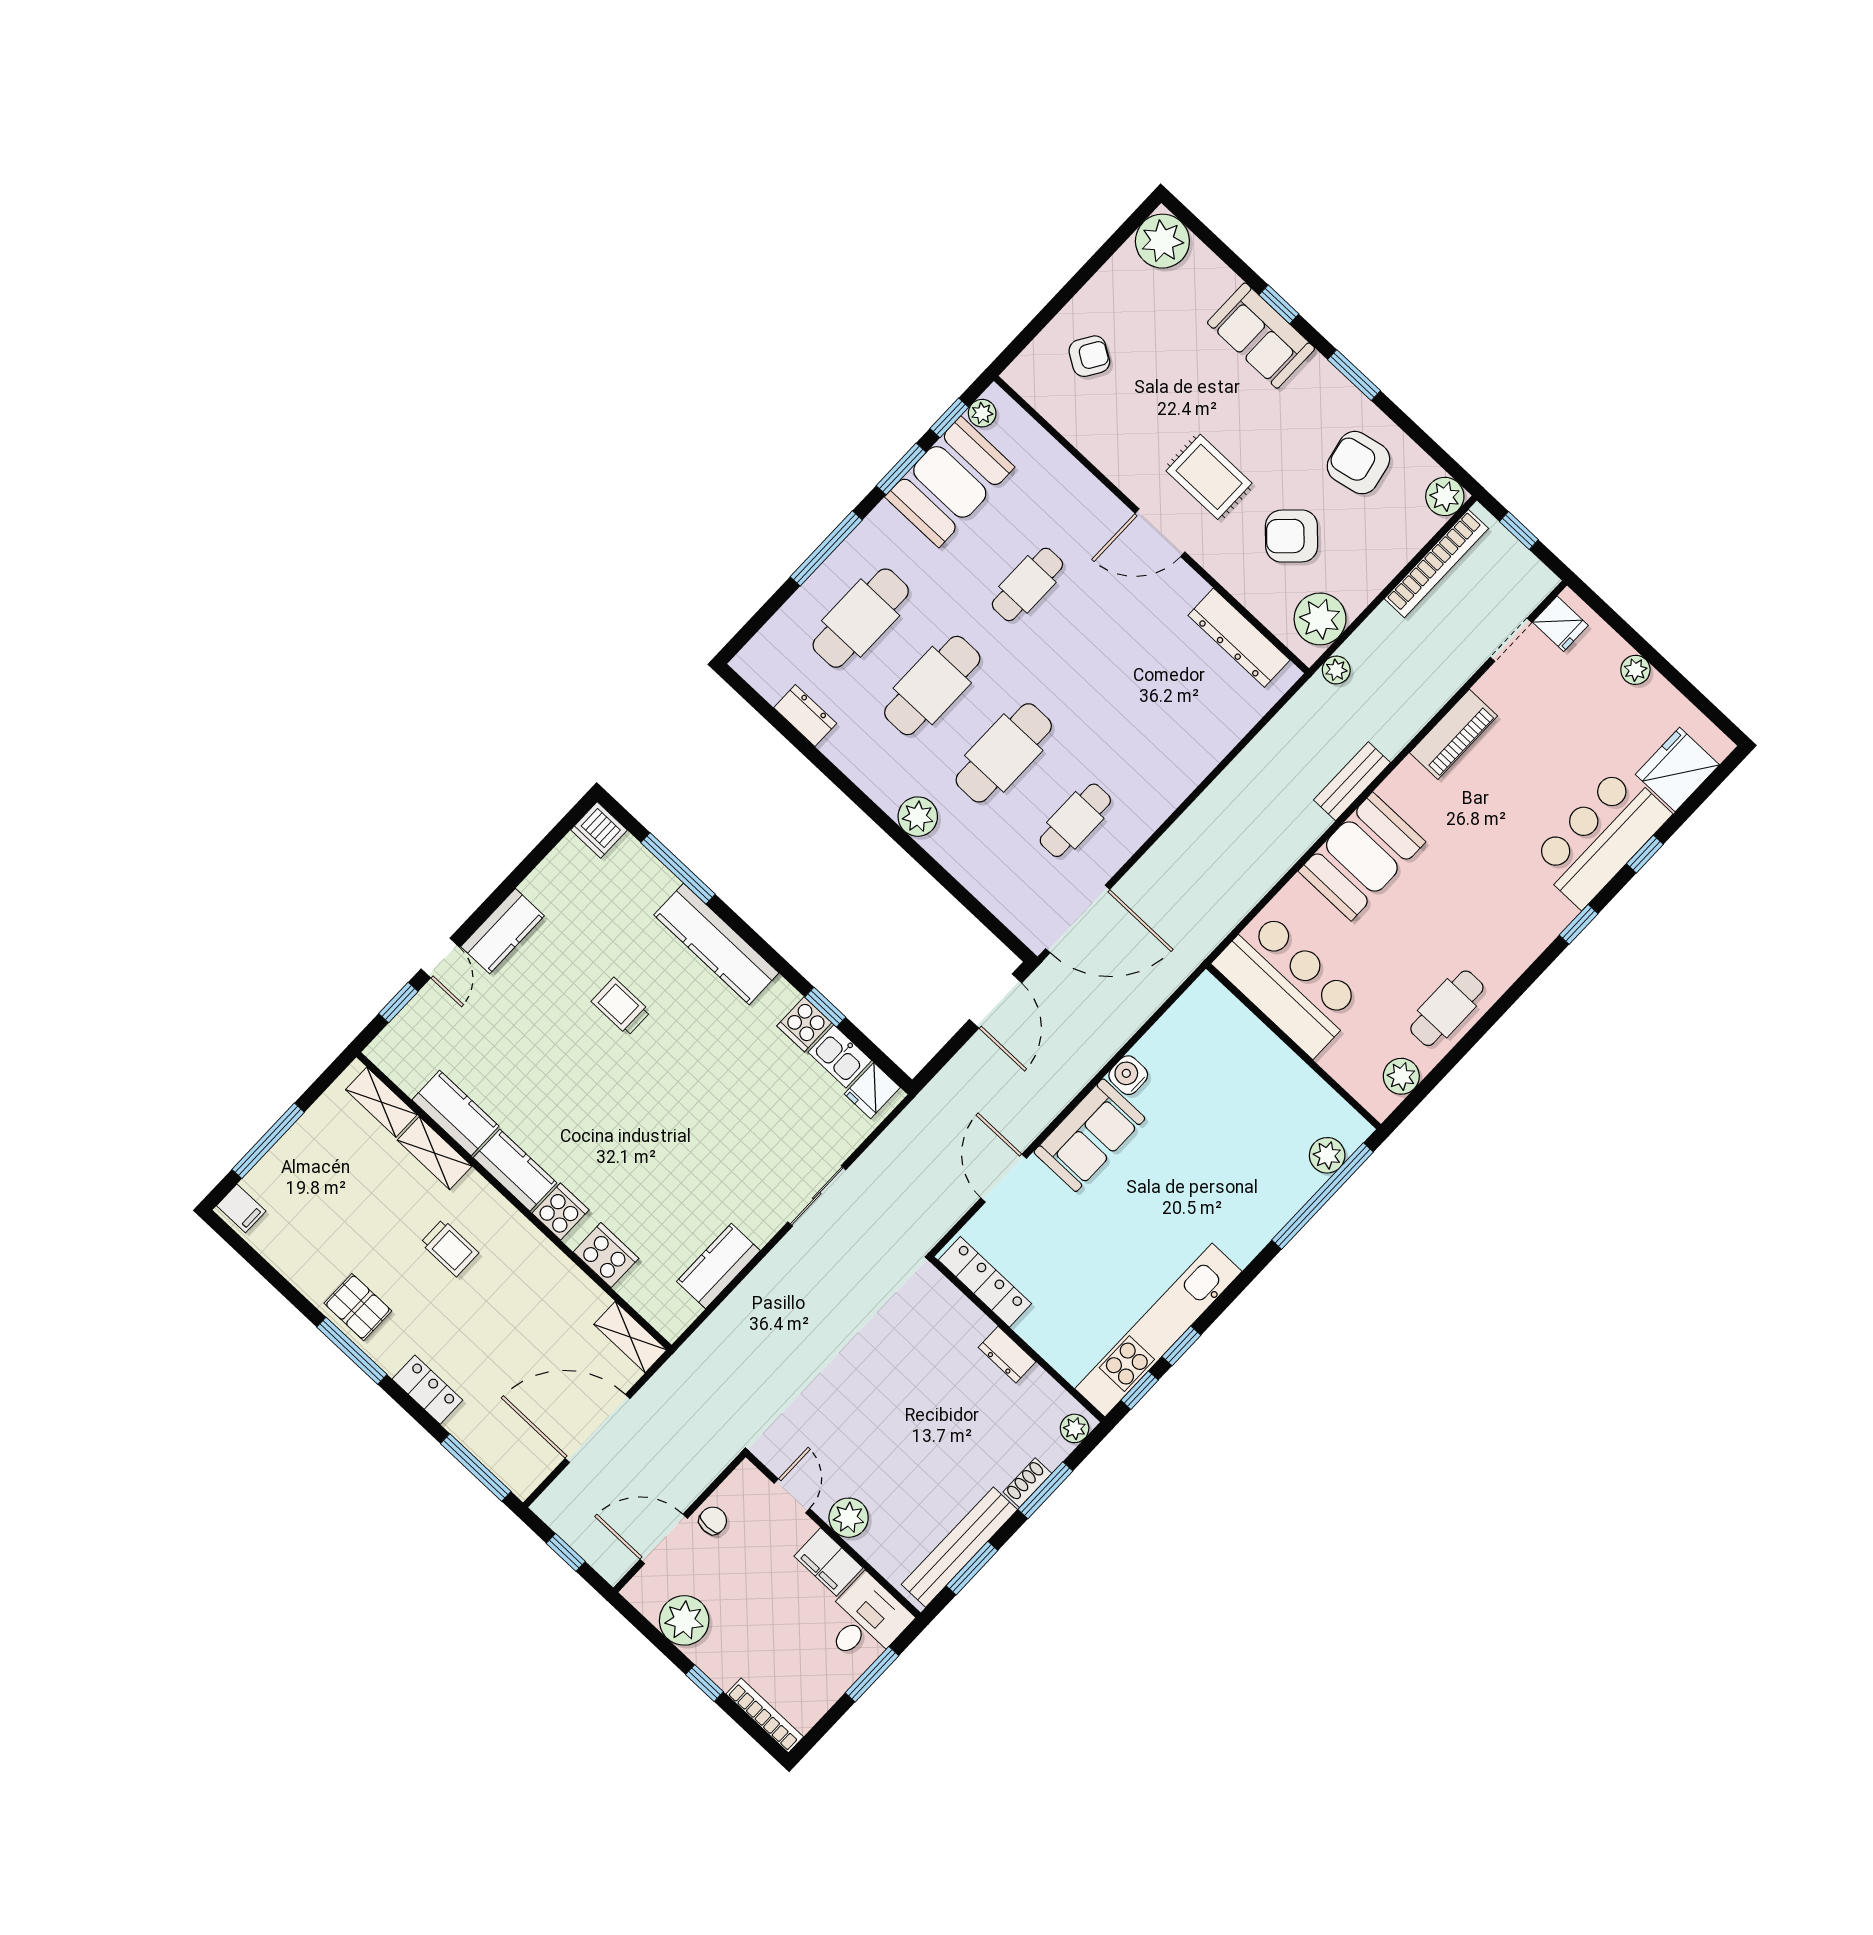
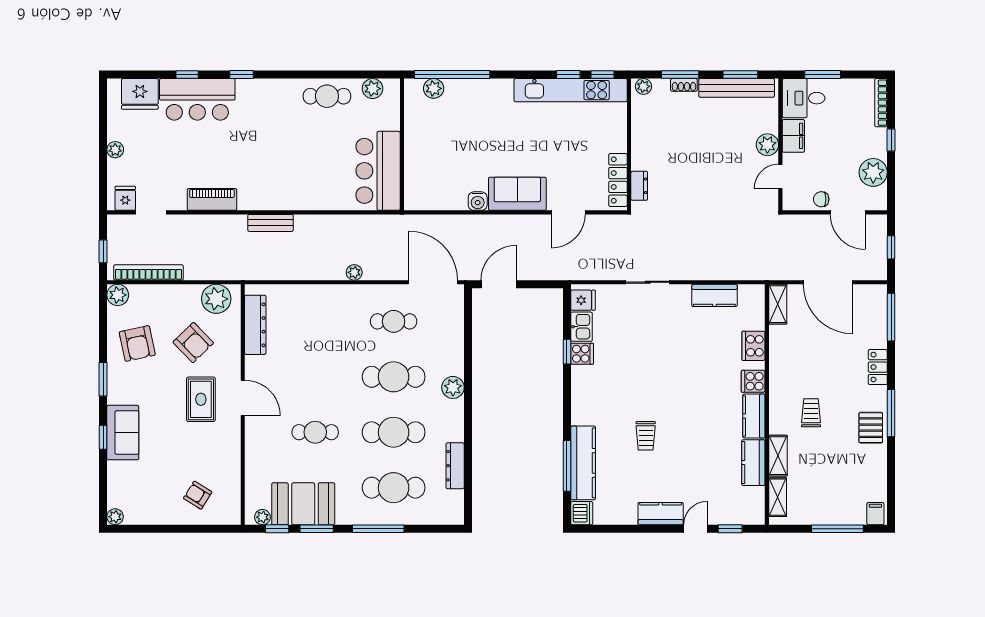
plant: (1162, 241) -> (115, 517), width x0.53, depth x0.53
plant: (1336, 670) -> (354, 272), moved
dresser: (805, 716) -> (455, 466), width x1.44
booth: (1362, 856) -> (298, 190), removed
kitchen counter: (716, 944) -> (583, 463), moved
dresser: (1007, 1355) -> (639, 186), moved

